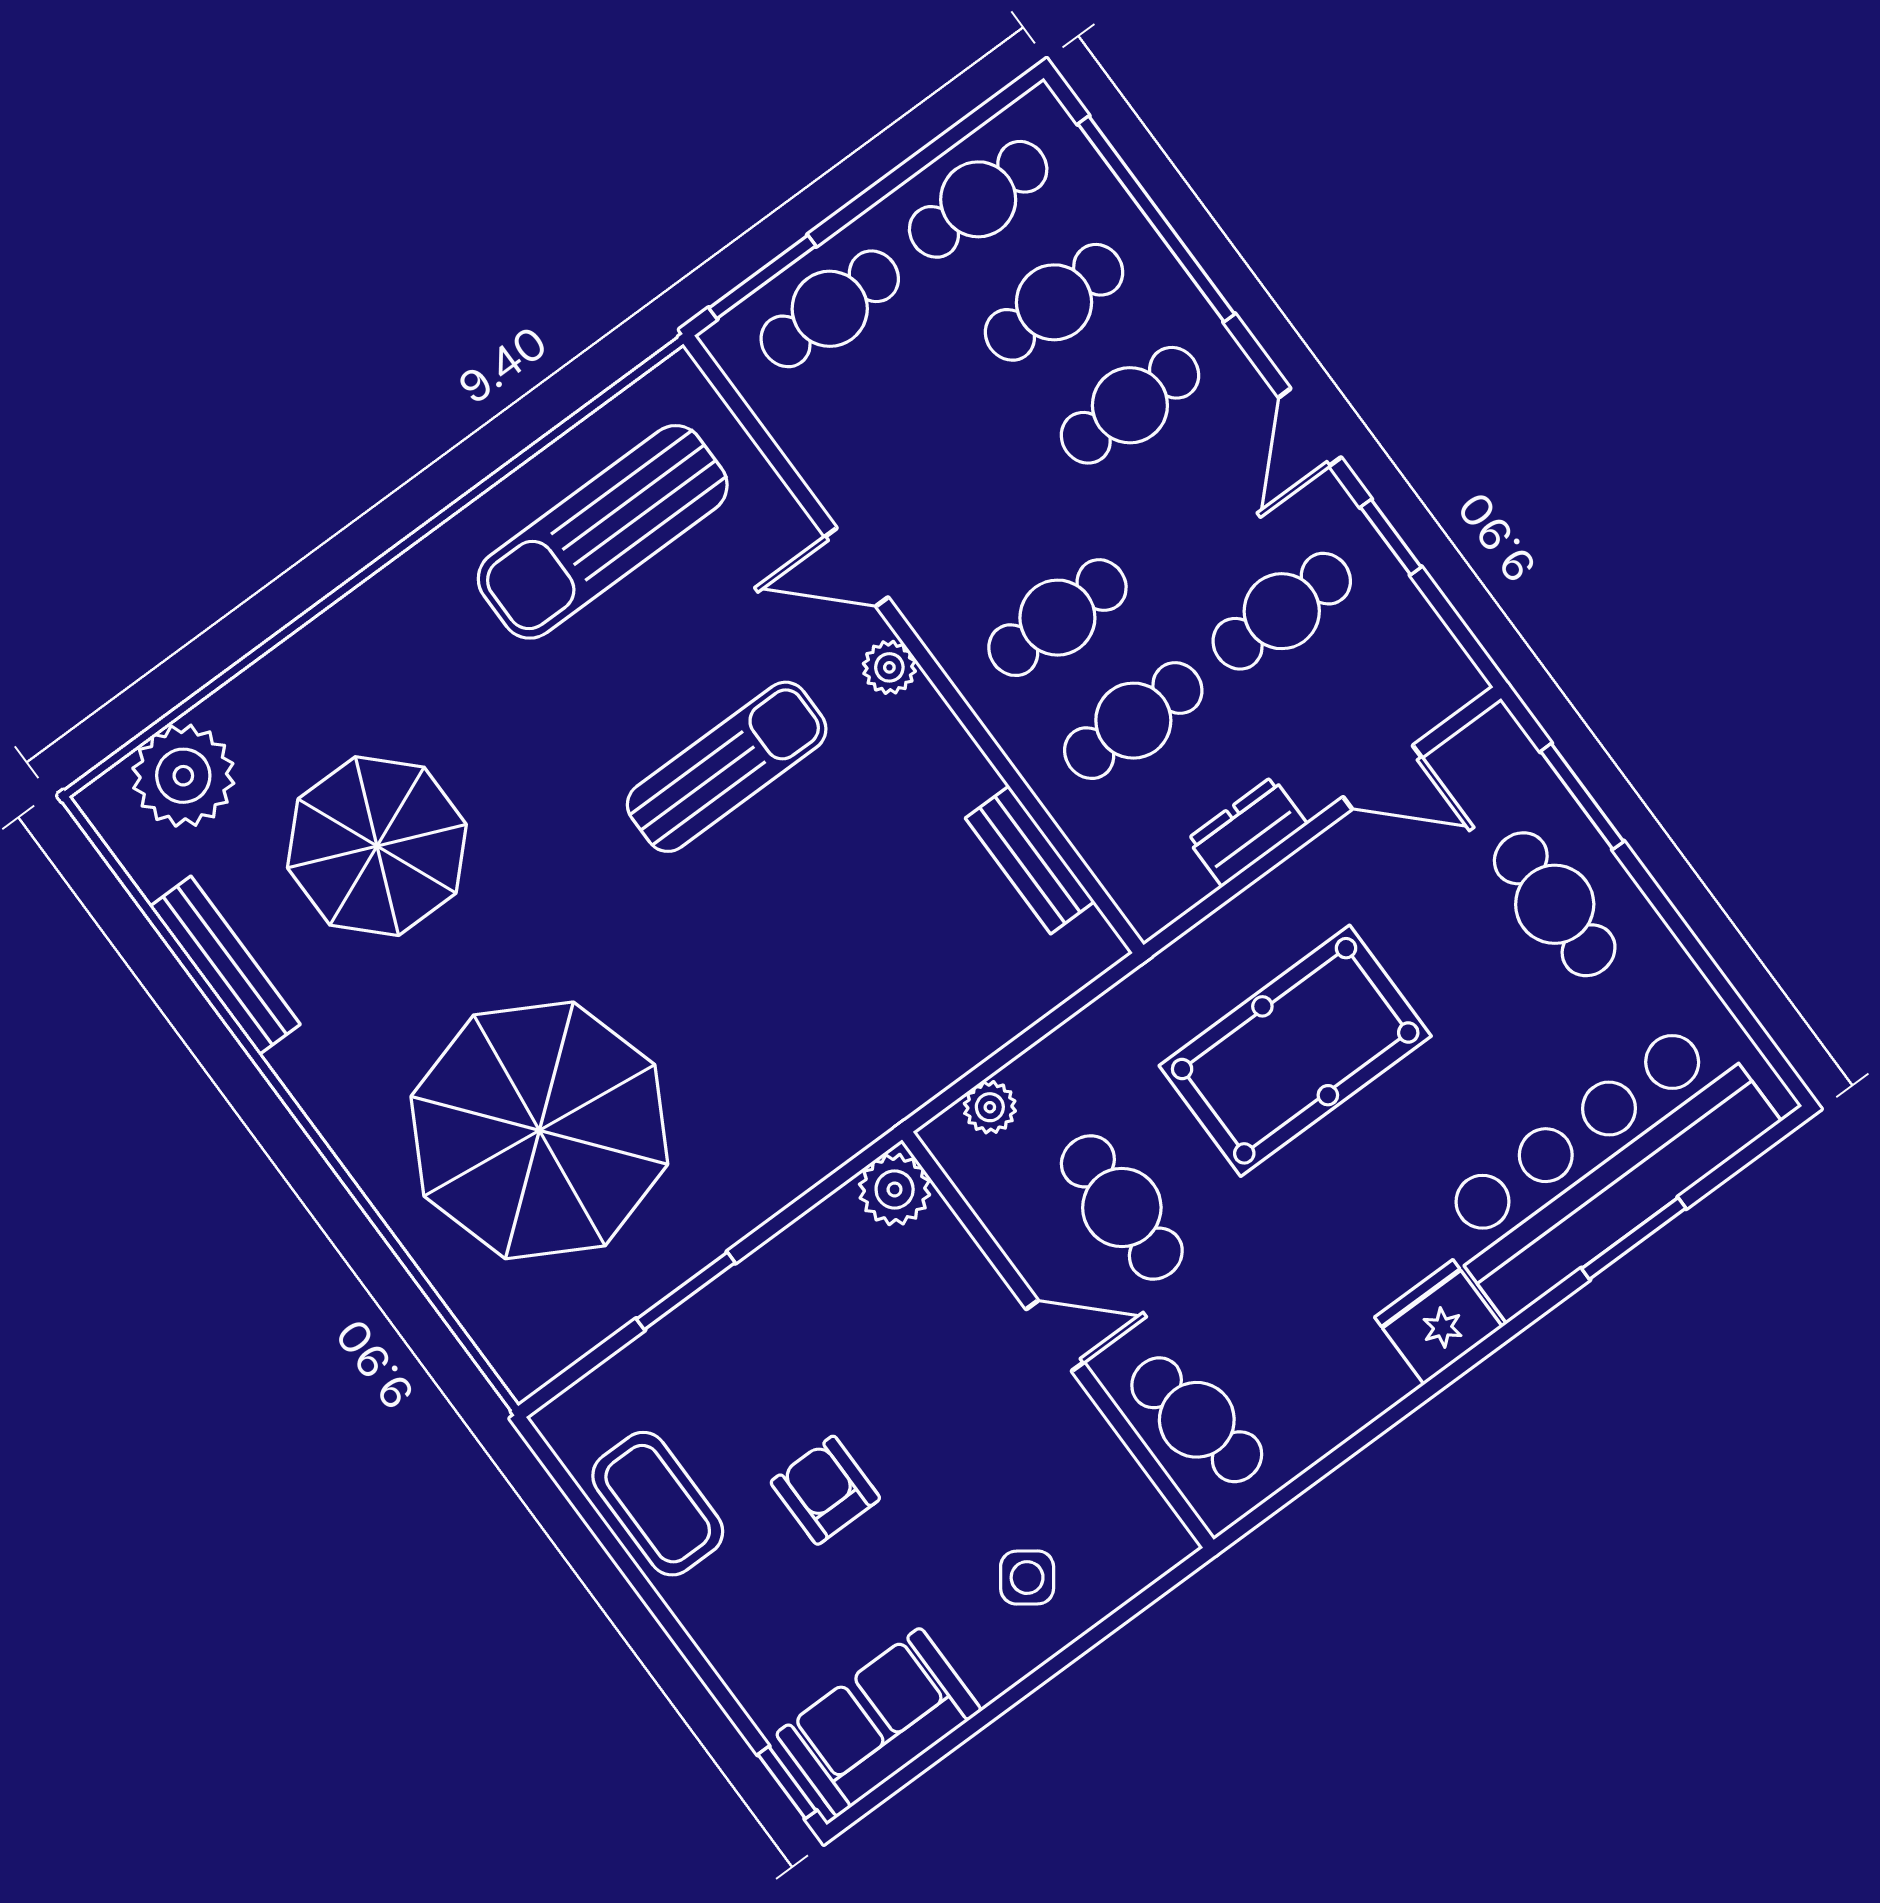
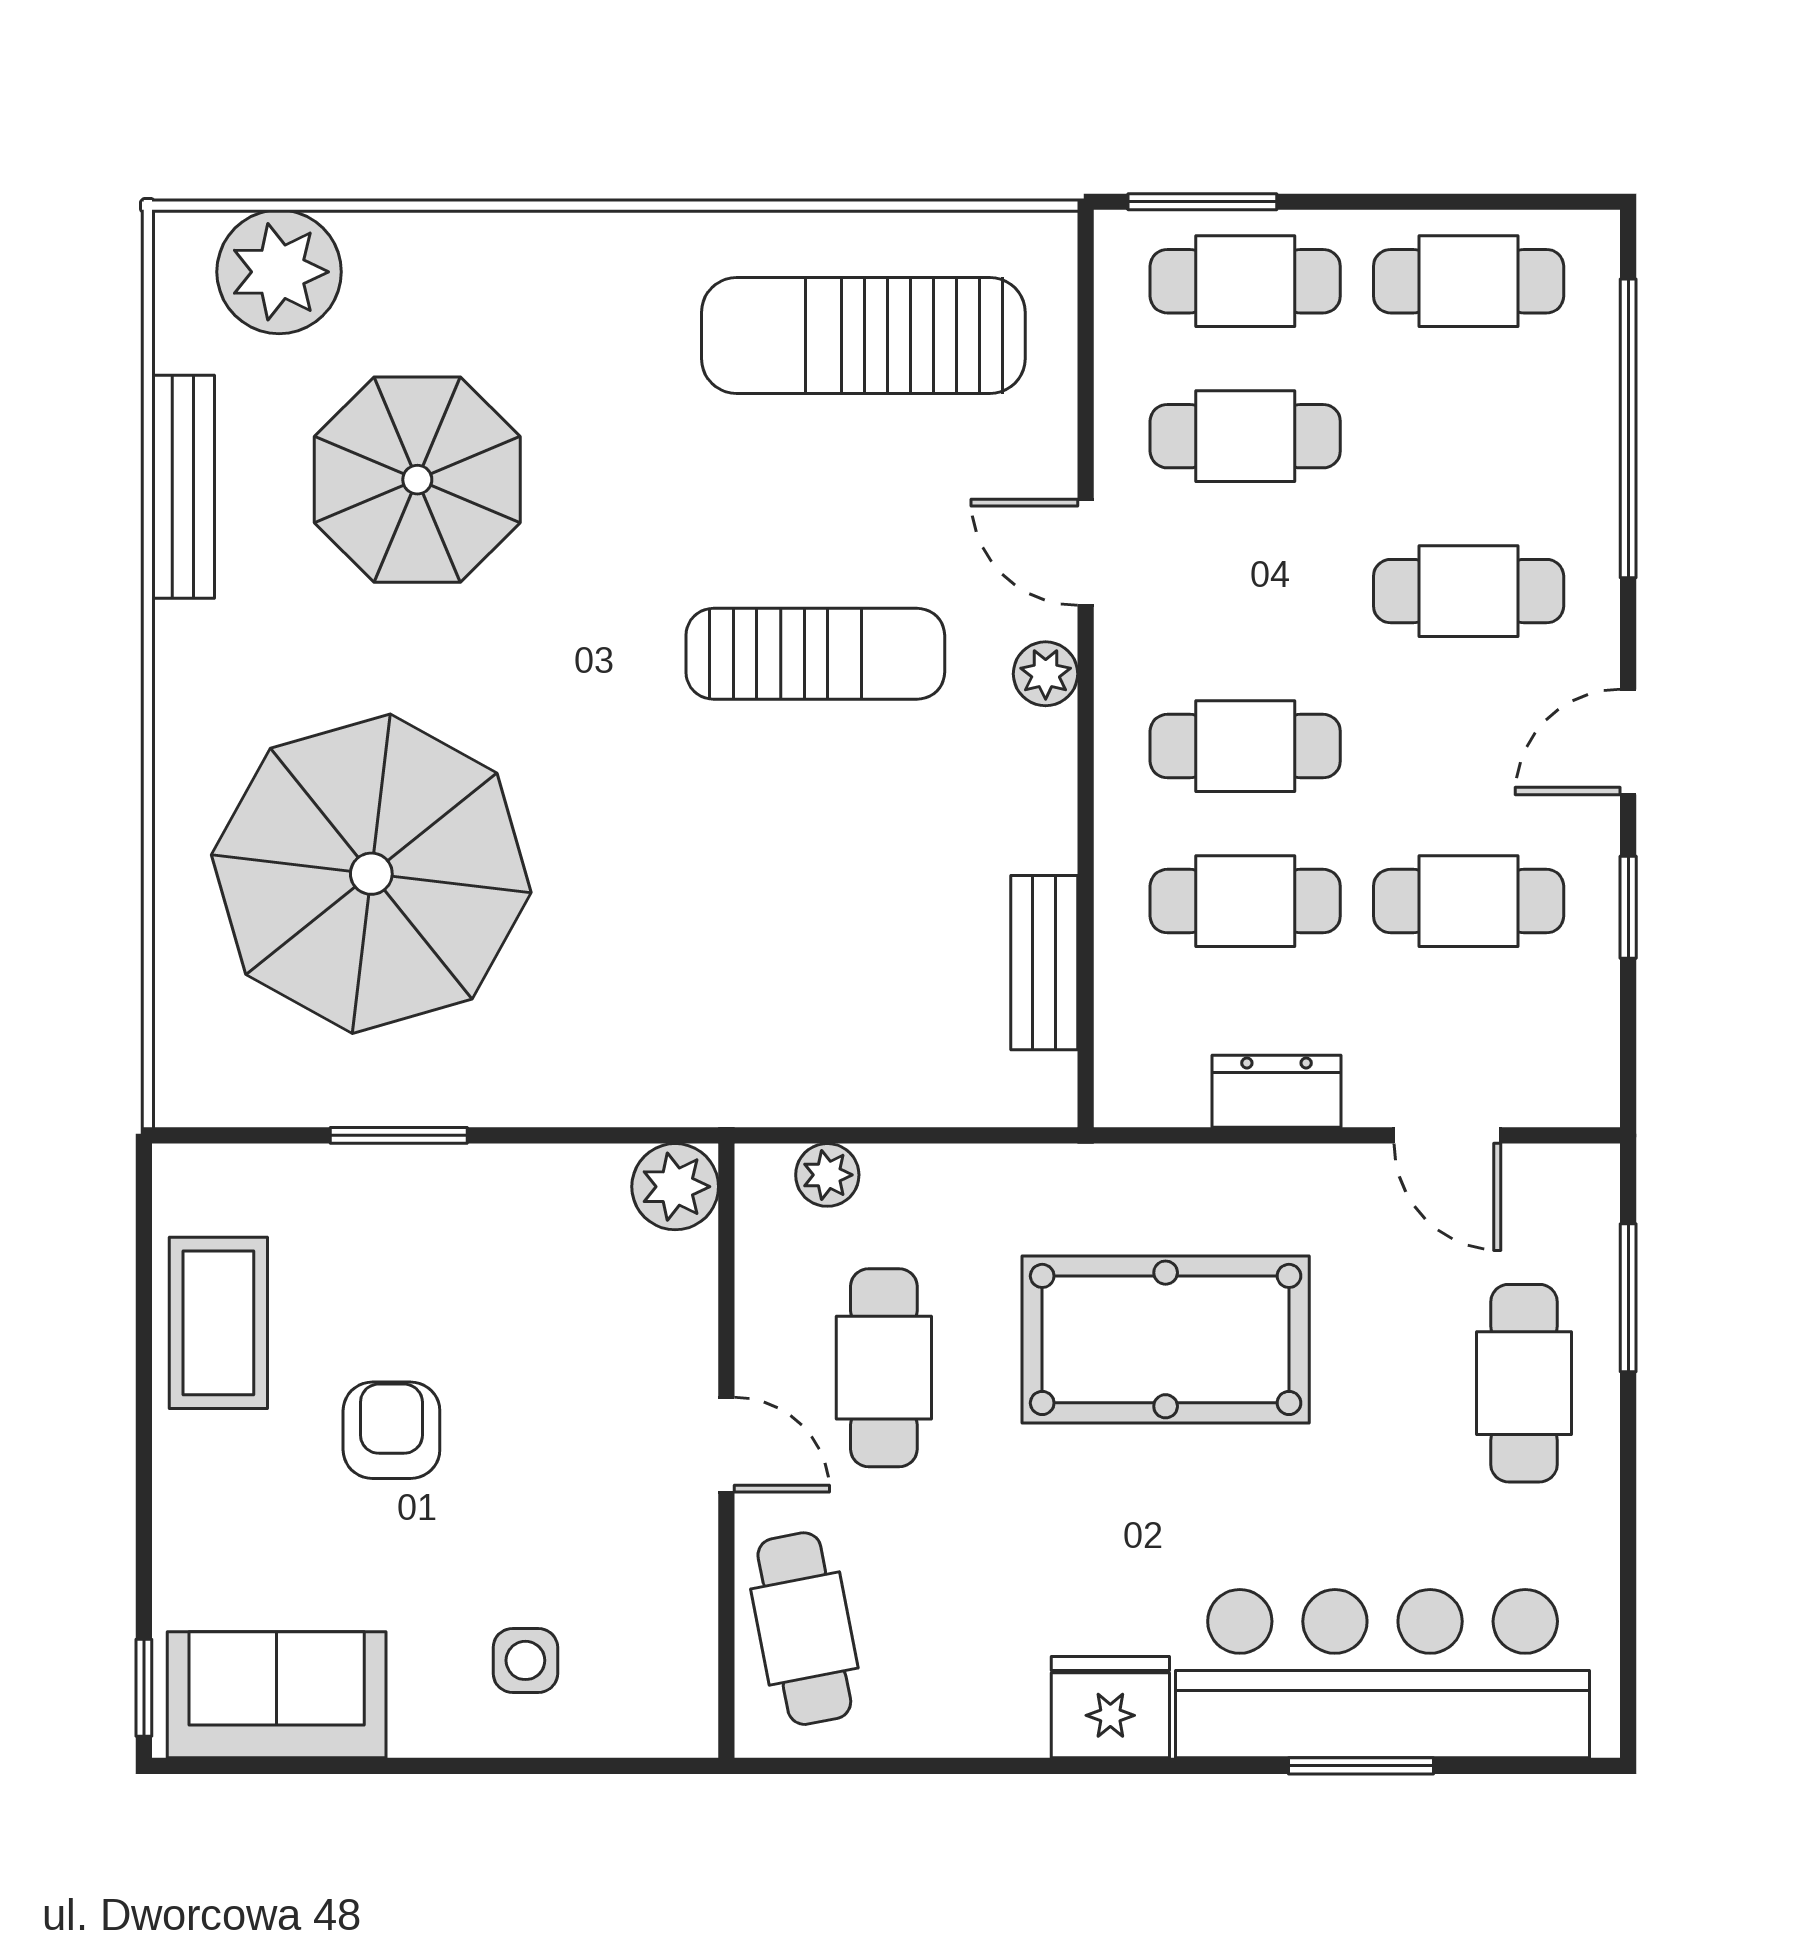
cafe table: (1054, 302) -> (1245, 436), moved
side table: (1027, 1578) -> (525, 1660), turned -36

